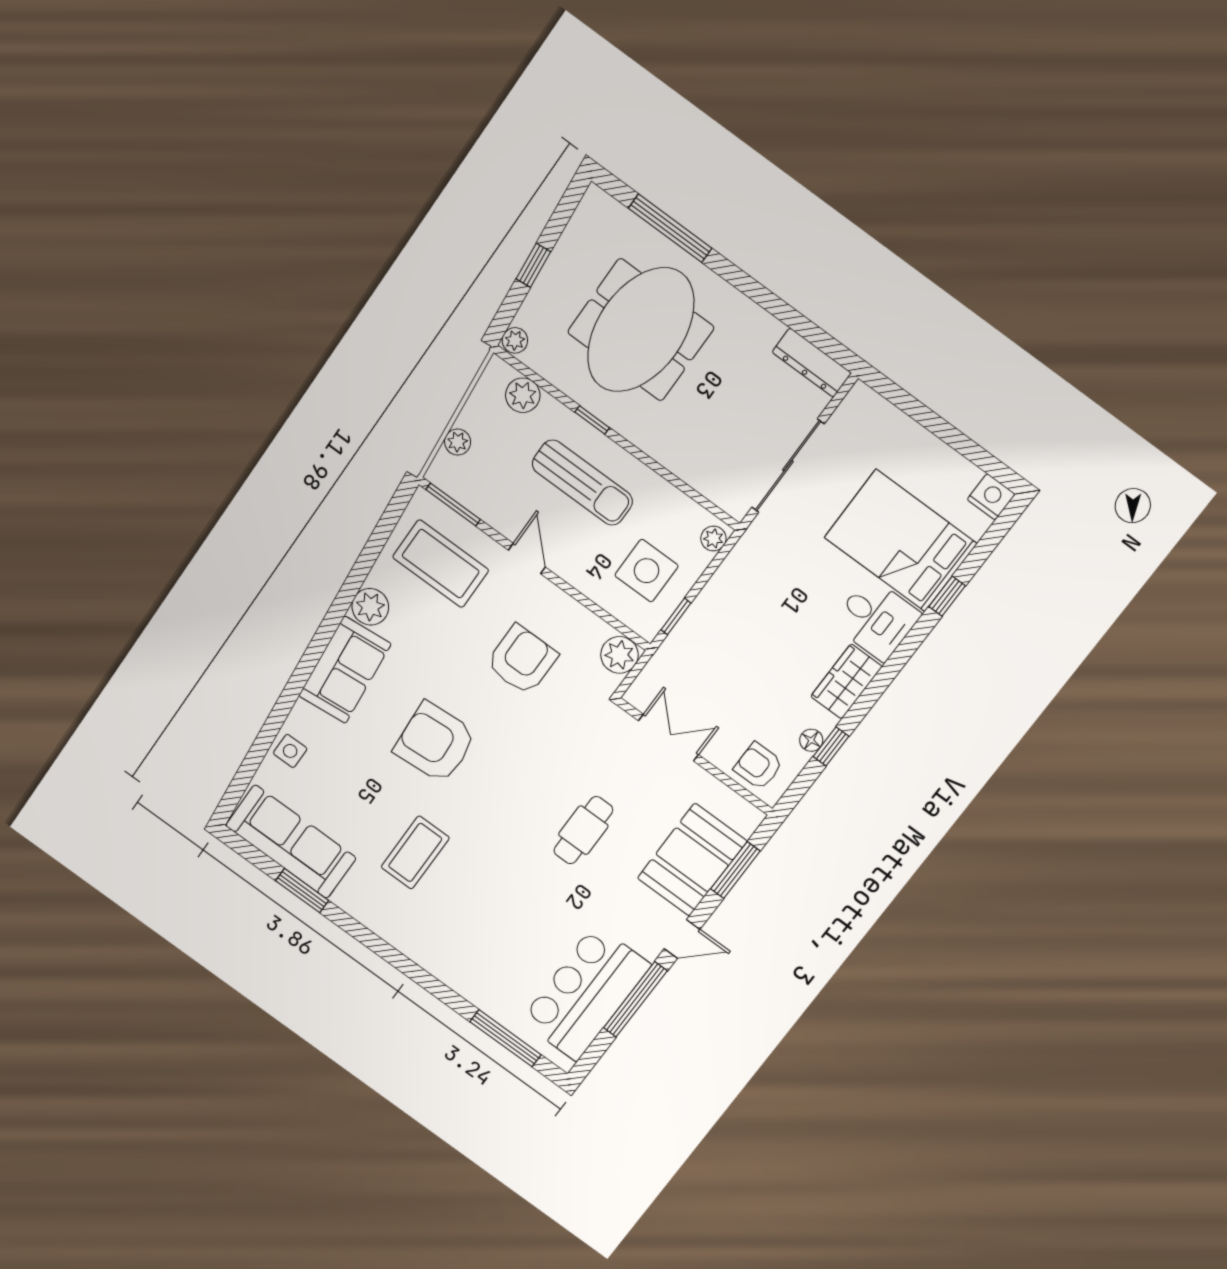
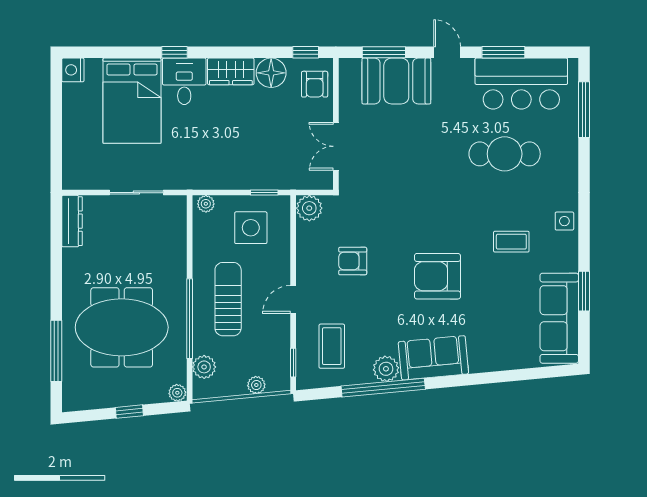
window: (592, 420) -> (190, 319), width x3.17
sliding door: (788, 466) -> (136, 193), width x0.73
window: (453, 505) -> (293, 363), width x0.67
coffee table: (441, 564) -> (332, 346), width x0.73, depth x0.76
window: (351, 588) -> (383, 388), added
window: (947, 596) -> (175, 52), moved
armchair: (522, 660) -> (353, 261), width x0.72, depth x0.72
floor lamp: (811, 740) -> (271, 73), width x1.89, depth x1.89
armchair: (435, 742) -> (437, 276), turned 94
window: (831, 746) -> (306, 52), moved
side table: (290, 751) -> (564, 221), moved
cafe table: (583, 830) -> (505, 154), moved, width x1.37, depth x1.35
coffee table: (415, 852) -> (511, 242), width x0.73, depth x0.77
window: (635, 999) -> (503, 52), width x0.69

